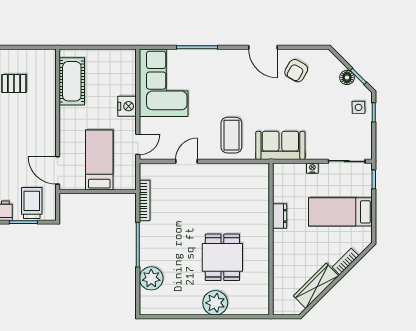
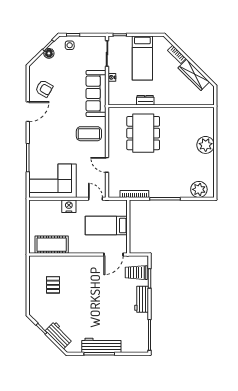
sofa: (280, 145) -> (96, 93), width x1.36
dining table: (222, 257) -> (143, 133), moved, width x1.38
plant: (151, 278) -> (199, 189), moved

